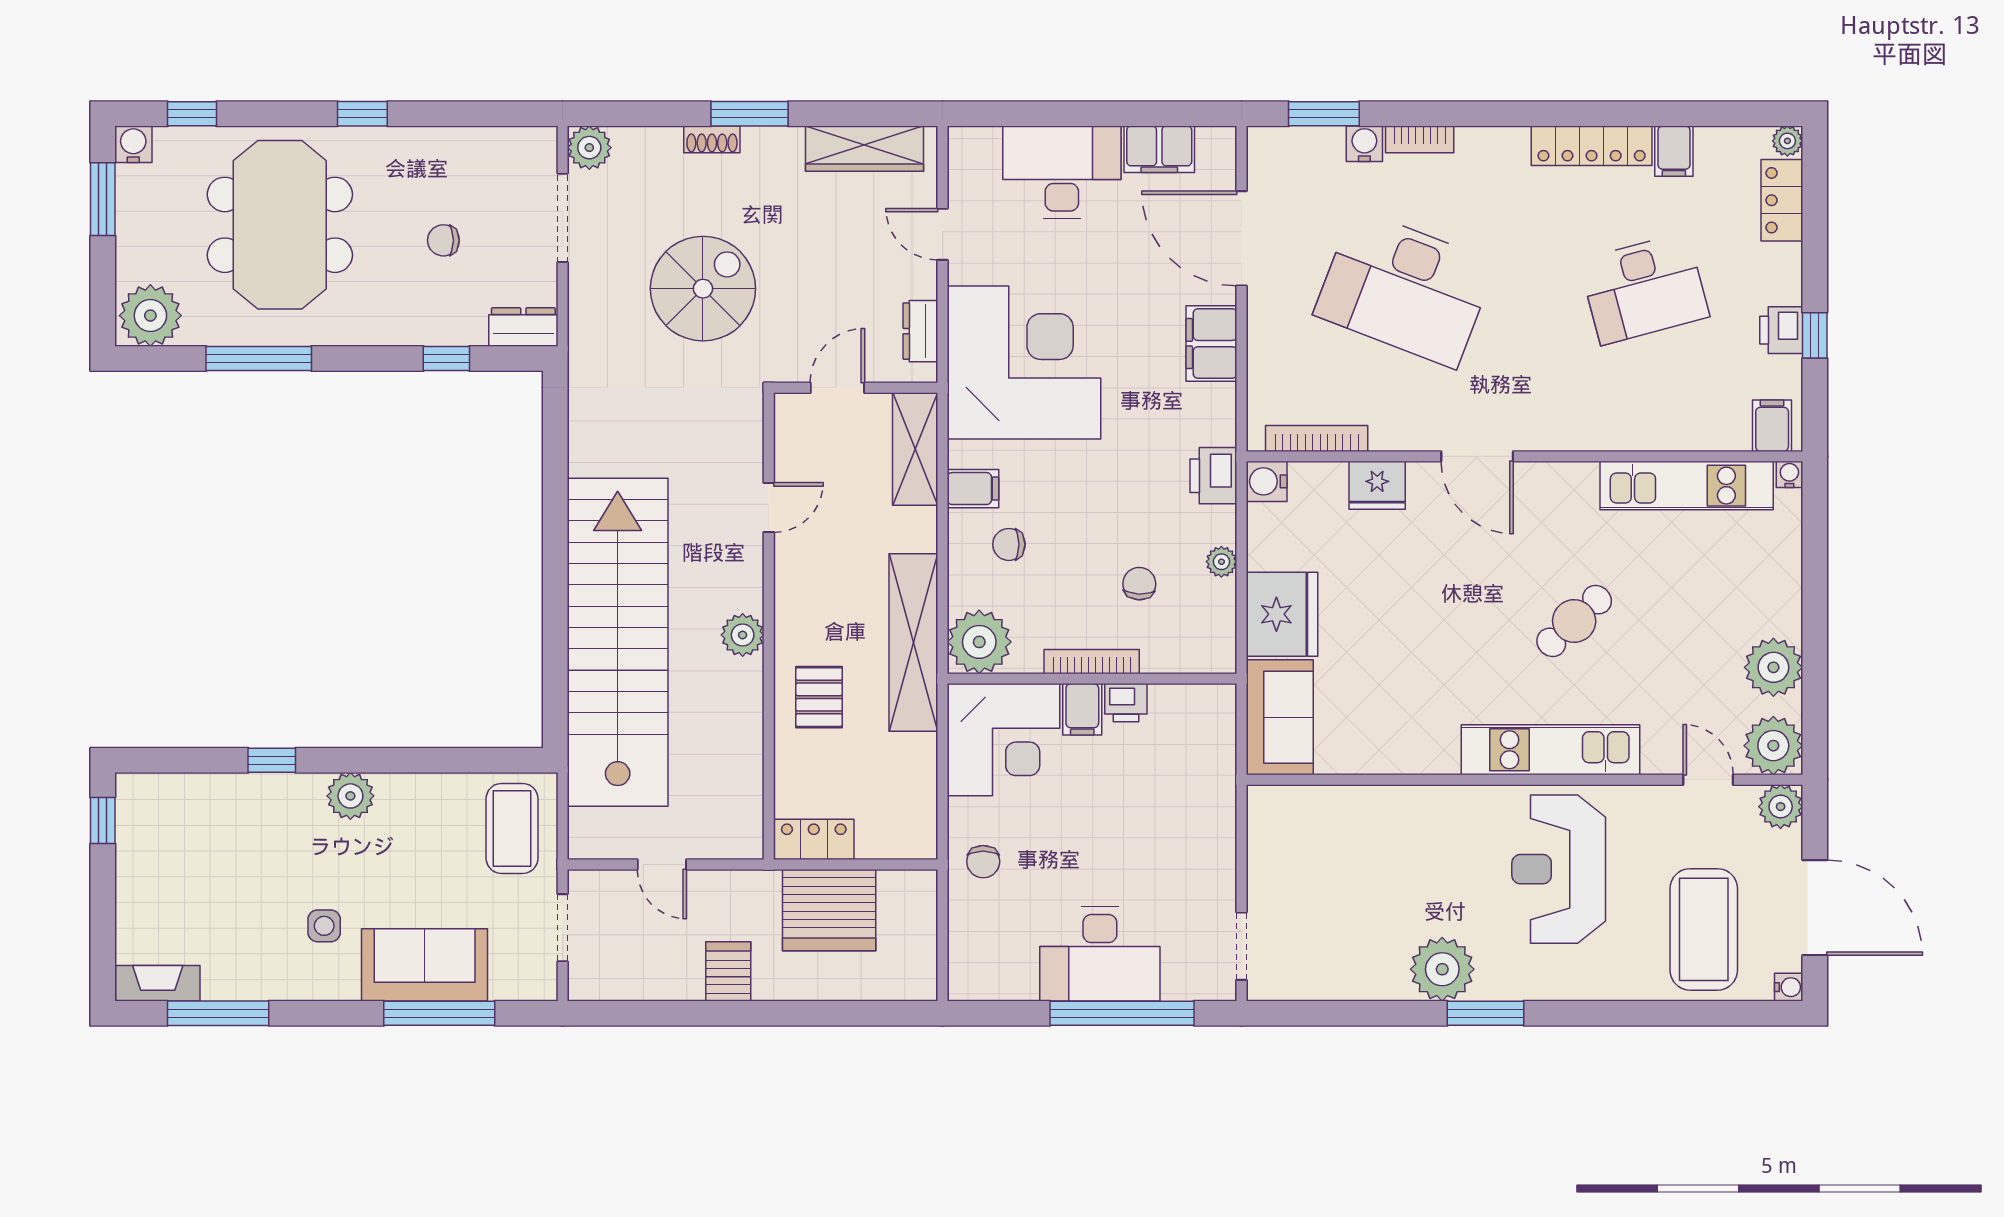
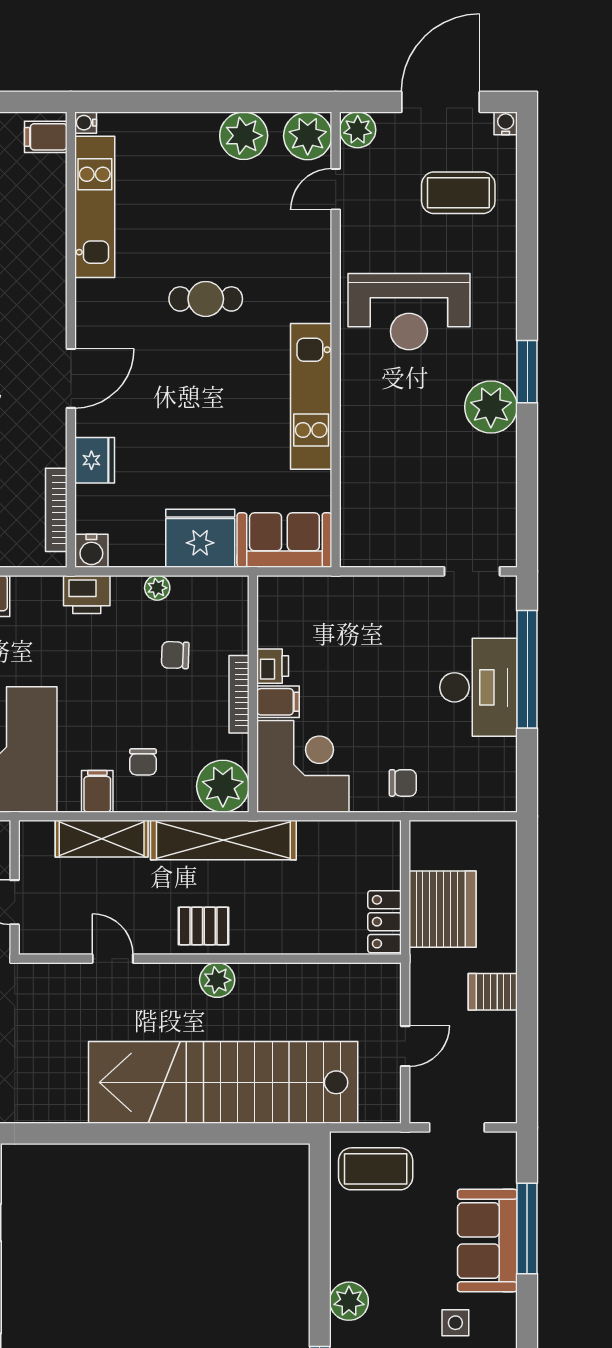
shelving: (915, 449) -> (102, 839), moved
cafe table: (1574, 621) -> (206, 299), turned -47
pallet: (819, 697) -> (203, 926), moved
kitchen unit: (1550, 750) -> (311, 396), moved
coffee table: (1704, 929) -> (458, 193), width x0.73, depth x0.76

